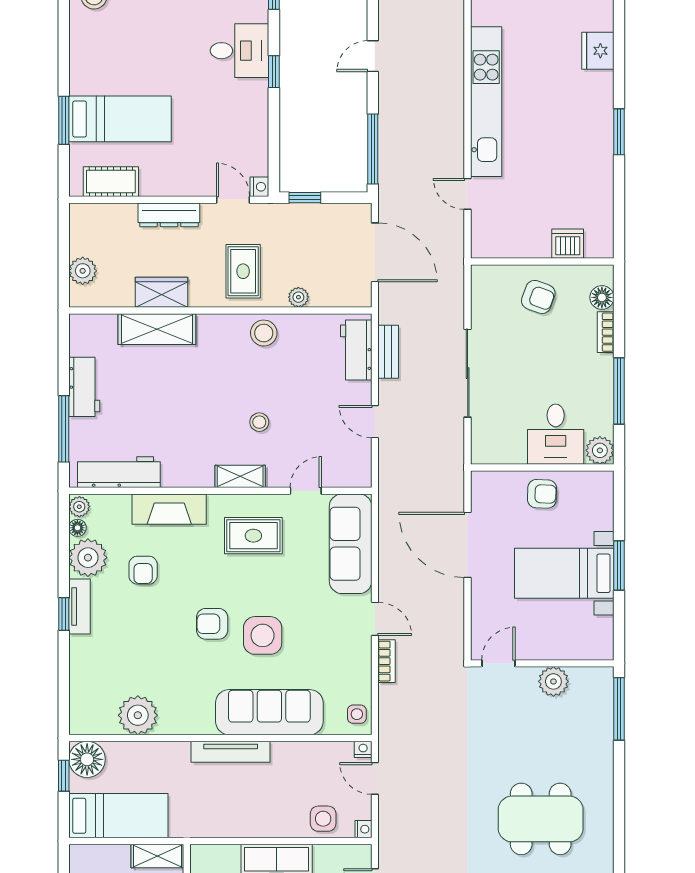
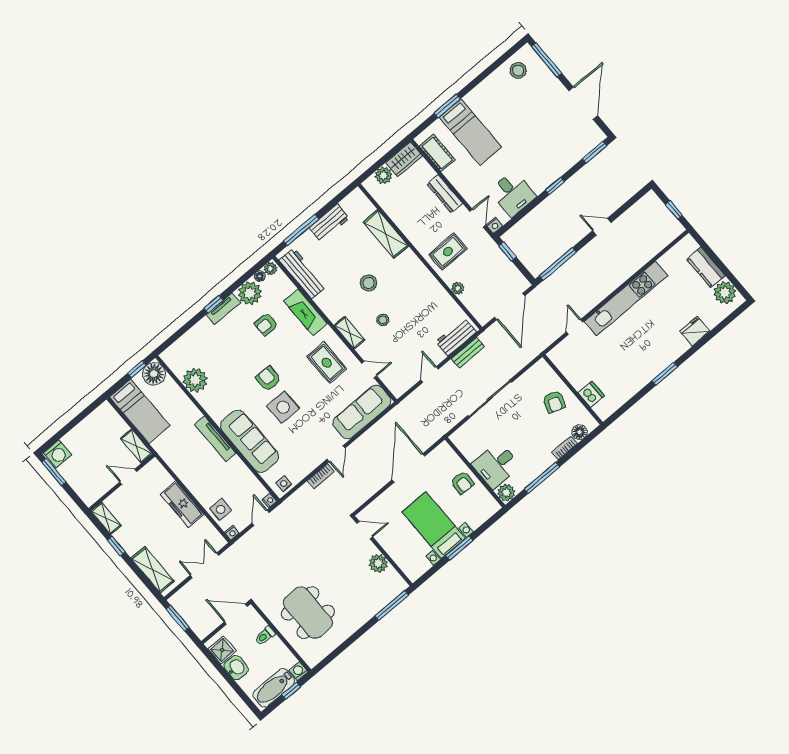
desk: (240, 51) -> (513, 194), moved
wardrobe: (161, 292) -> (404, 159), moved, turned 90
stool: (264, 333) -> (369, 283), moved

